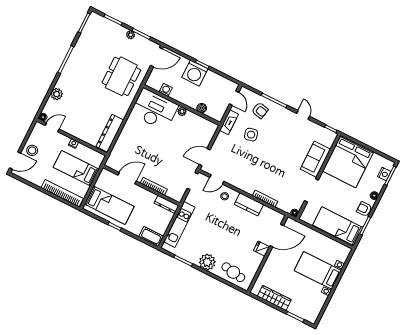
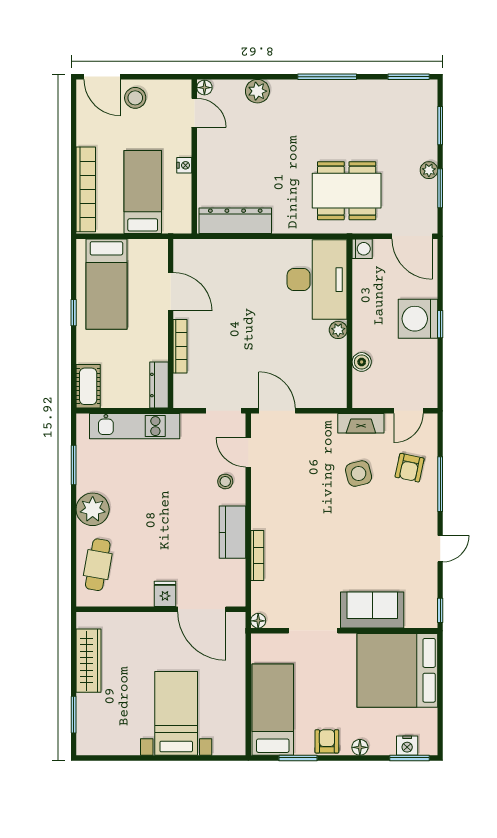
washing machine: (166, 90) -> (362, 249), moved

